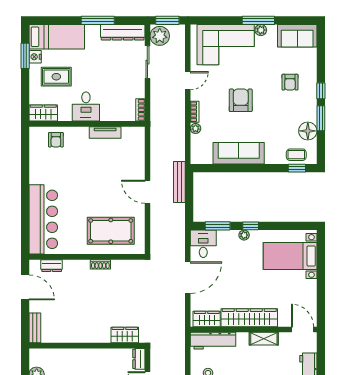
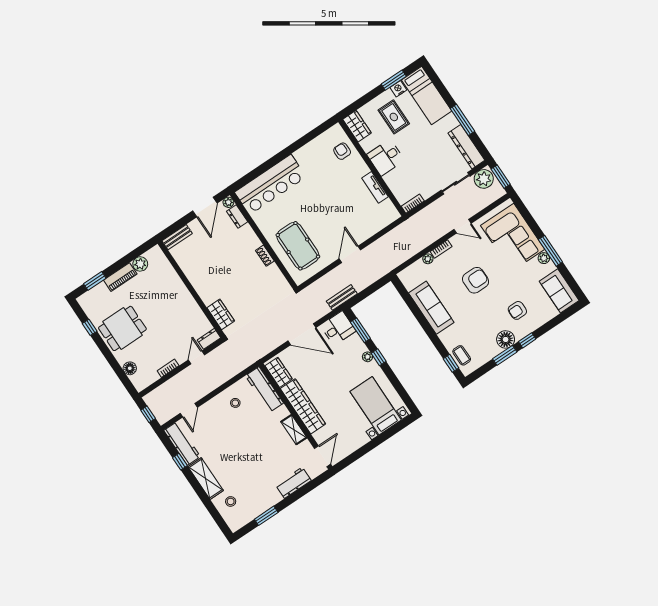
floor lamp: (308, 131) -> (506, 339), moved
armchair: (56, 140) -> (342, 151), turned 90
bench: (179, 182) -> (342, 297), moved, width x0.73
plant: (35, 265) -> (228, 202), added

